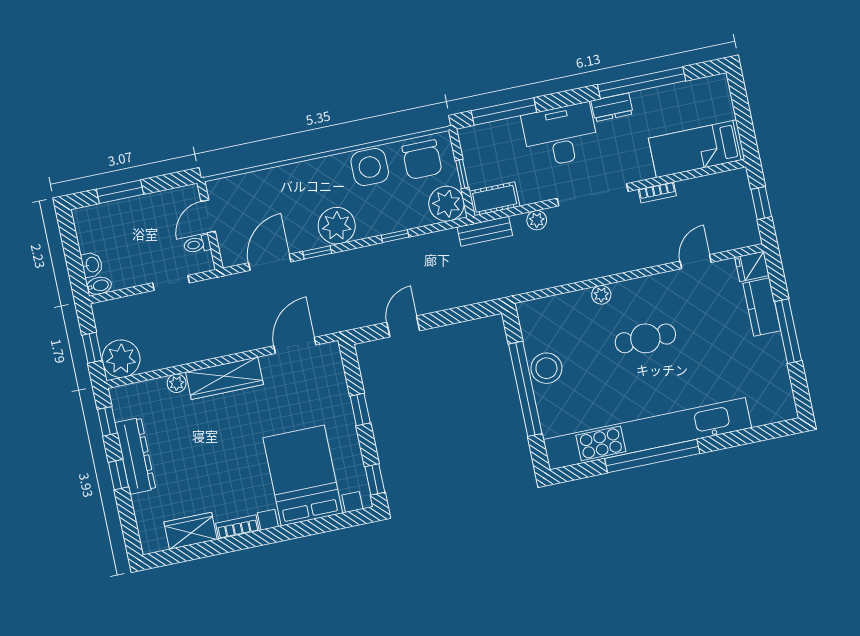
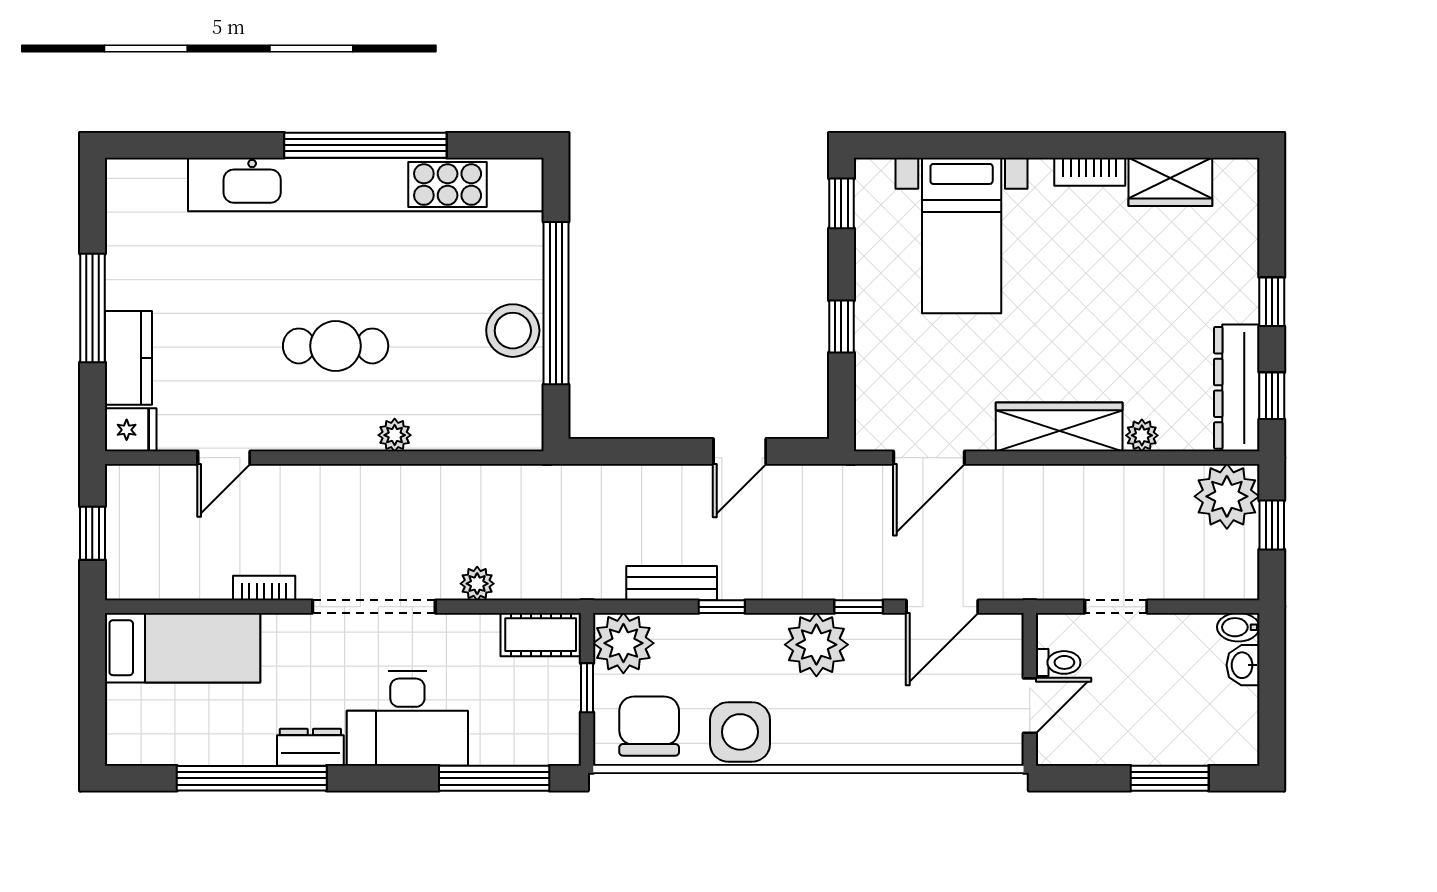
bench: (485, 231) -> (672, 583), moved
dresser: (135, 456) -> (1237, 388), moved
bed with nightstands: (303, 475) -> (962, 236), width x0.73

